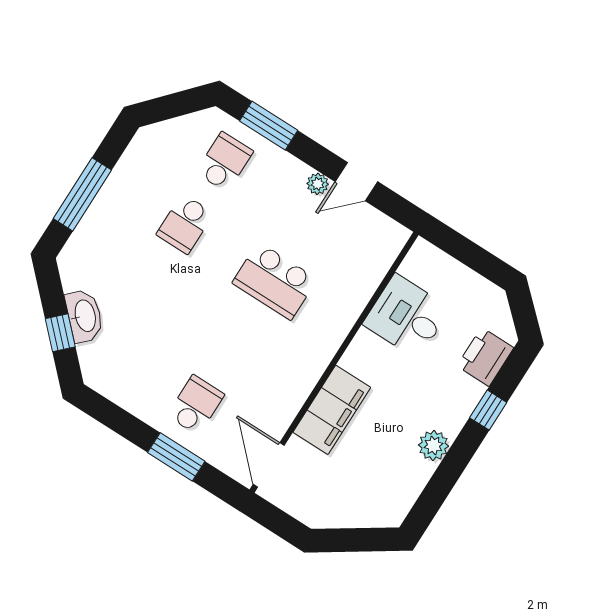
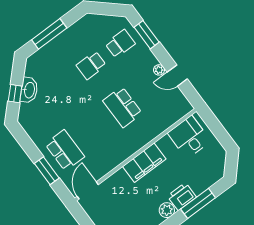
desk: (407, 316) -> (189, 137), moved
printer: (485, 357) -> (182, 197), moved
school desk: (196, 405) -> (65, 150), width x1.85
filing cabinet: (332, 410) -> (144, 163), moved
window: (488, 410) -> (198, 203), width x2.17

